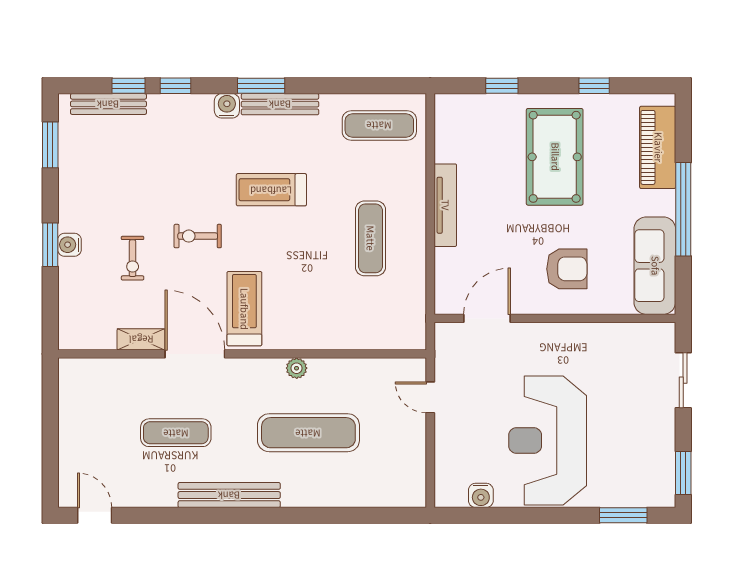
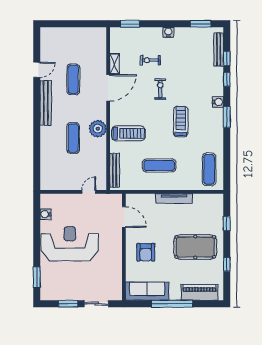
bench: (280, 104) -> (115, 170), moved
window: (50, 245) -> (130, 24), moved
water cooler: (69, 245) -> (168, 32), moved
treadmill: (244, 309) -> (128, 133), moved
plant: (297, 368) -> (98, 129), width x1.87, depth x1.87
exercise mat: (308, 433) -> (73, 138), width x0.73, depth x0.69
window: (683, 473) -> (68, 304), moved
door: (95, 515) -> (37, 70), moved

